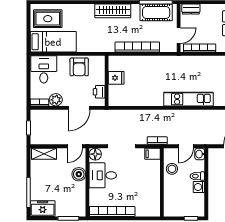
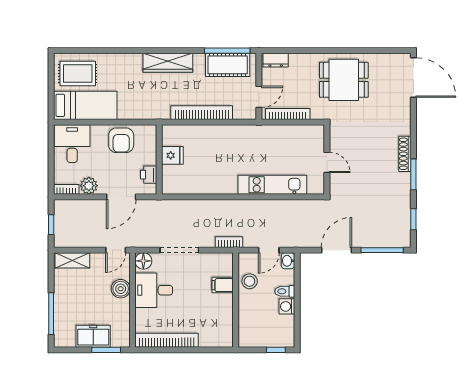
filing cabinet: (152, 154) -> (223, 285), moved
freezer: (43, 209) -> (93, 336), moved

